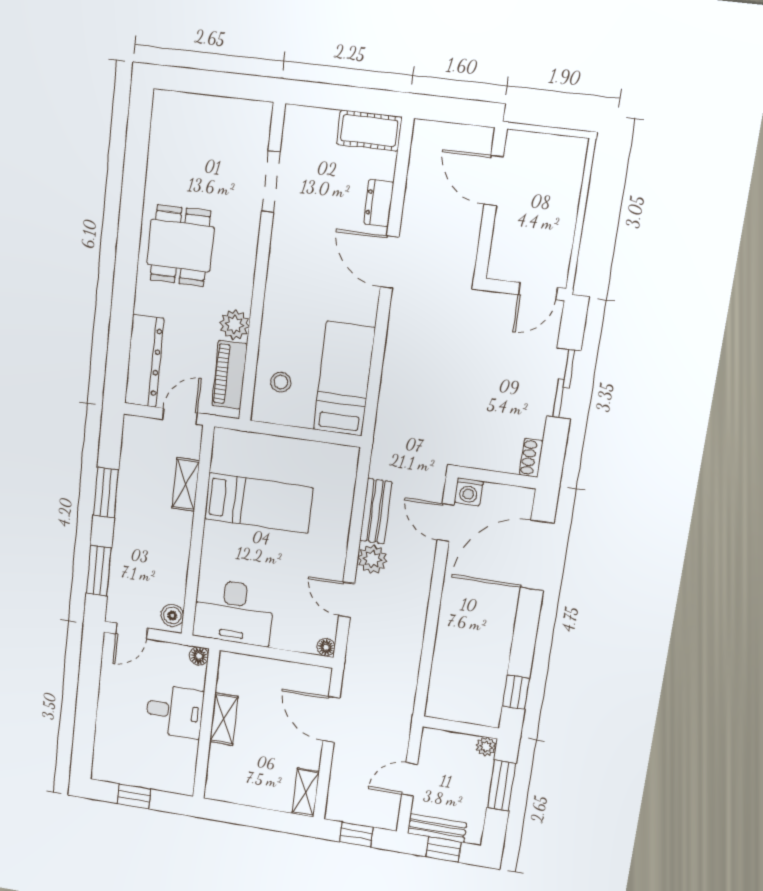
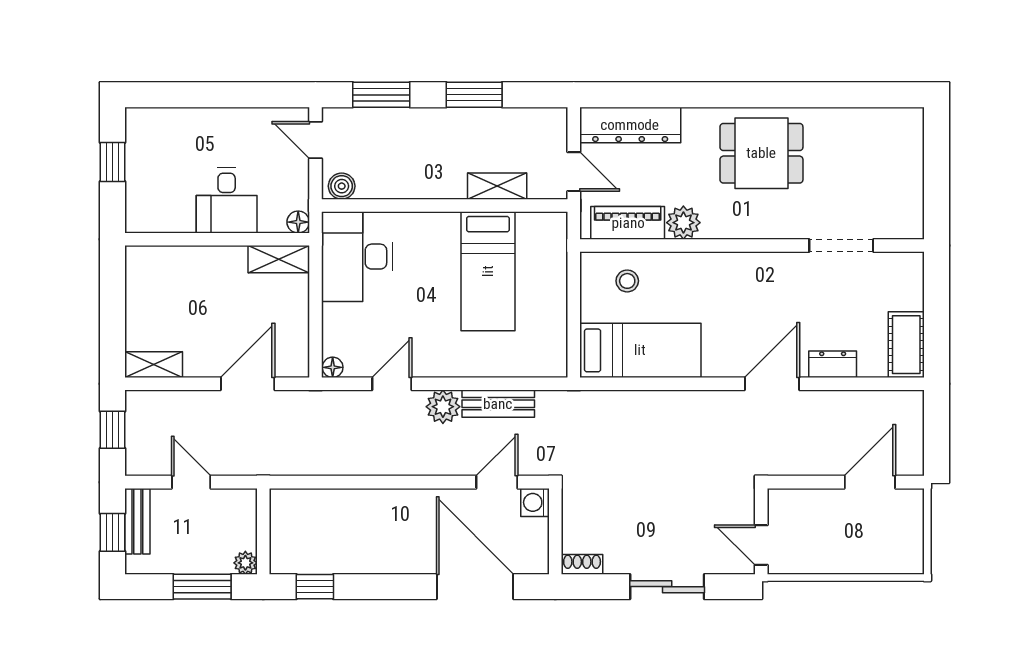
shelving: (224, 719) -> (279, 259), moved

